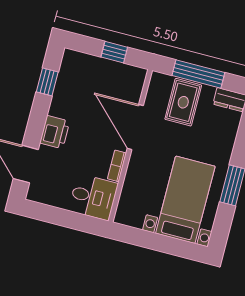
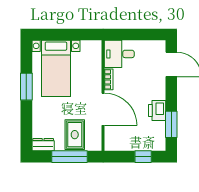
window: (114, 52) -> (143, 157), moved
window: (47, 82) -> (171, 124), width x1.50
printer: (55, 132) -> (157, 111), moved

